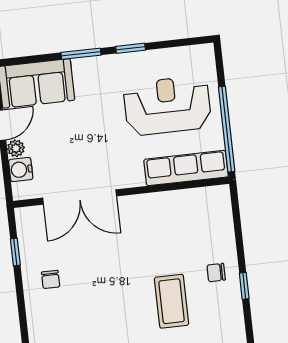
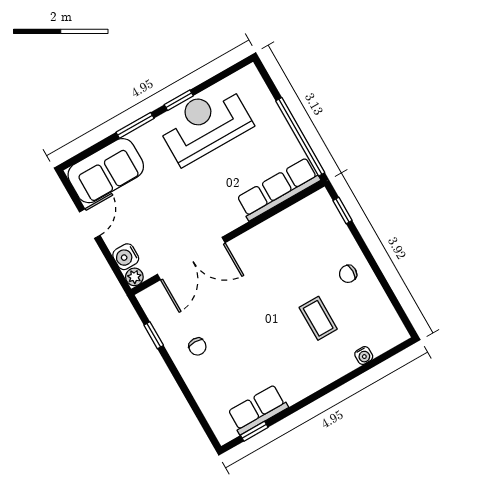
reception desk: (167, 106) -> (205, 124), moved
plant: (16, 148) -> (134, 277), moved
window: (244, 286) -> (343, 211), moved
coffee table: (172, 301) -> (318, 318), width x0.73, depth x0.77

